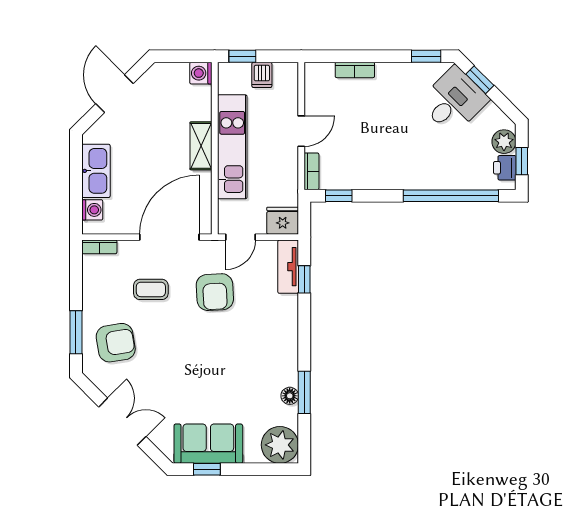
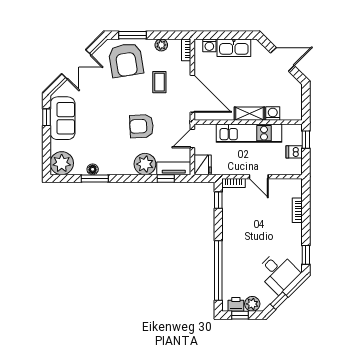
washing machine: (201, 73) -> (273, 114), moved
window: (480, 80) -> (279, 301), moved
door: (241, 237) -> (192, 138), hinge flipped
plant: (92, 286) -> (161, 45), added
armchair: (215, 292) -> (142, 126), moved
plant: (281, 313) -> (145, 164), added
armchair: (116, 343) -> (126, 60), width x1.36, depth x1.36

